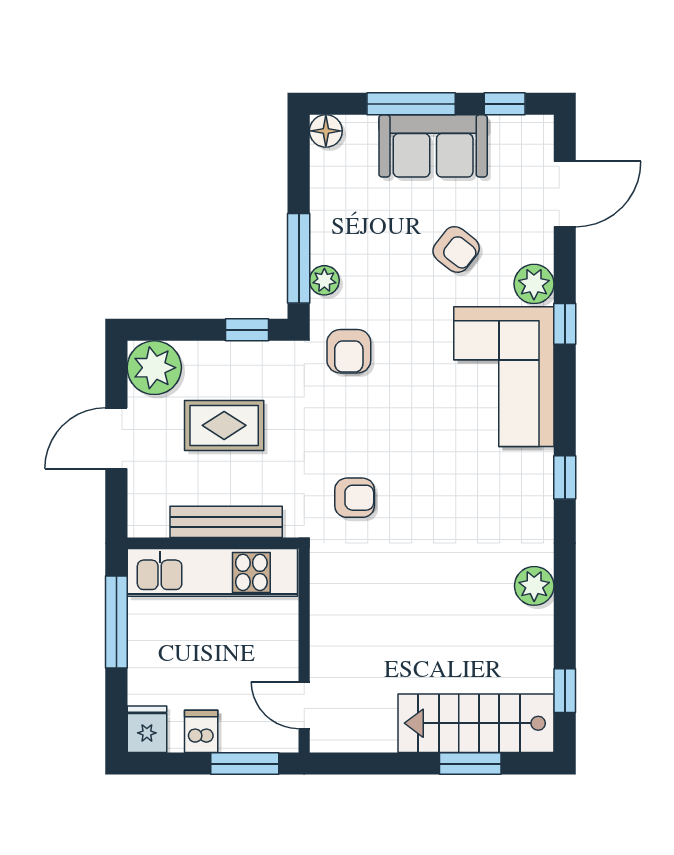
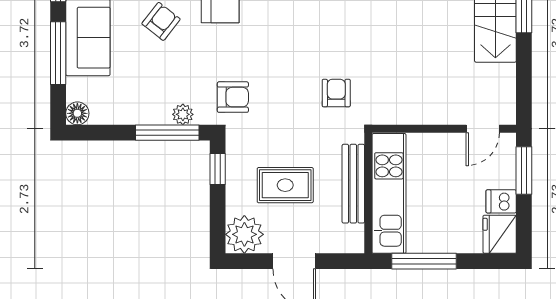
rug: (224, 425) -> (285, 185), turned 90
fridge: (147, 729) -> (500, 234), width x1.38

